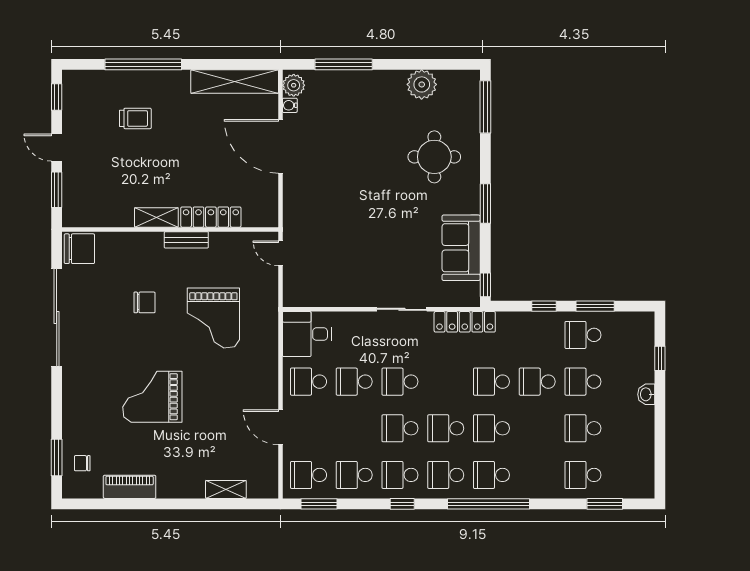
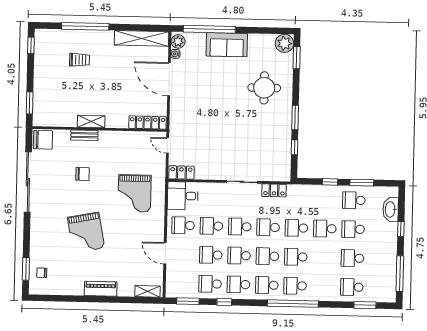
window: (344, 64) -> (209, 29), width x1.46
plant: (422, 84) -> (284, 43), moved
window: (485, 107) -> (297, 58), width x0.69
door: (57, 147) -> (30, 77), removed
locker: (211, 217) -> (147, 123), moved
bench: (186, 240) -> (84, 135), moved
sofa: (461, 248) -> (227, 45), moved, turned -90
window: (485, 285) -> (295, 147), moved
locker: (304, 296) -> (181, 172), added
grand piano: (213, 318) -> (135, 193), moved
locker: (465, 322) -> (274, 190), width x0.66
window: (660, 358) -> (401, 229), moved
school desk: (446, 382) -> (268, 227), added
washbasin: (646, 394) -> (391, 209), moved, width x1.91, depth x1.45
grand piano: (152, 397) -> (86, 233), turned -101
window: (660, 452) -> (400, 274), added
school desk: (308, 475) -> (211, 255), moved
piano: (130, 487) -> (101, 289), moved
shelving: (226, 489) -> (147, 291), moved
window: (402, 504) -> (224, 302), moved

